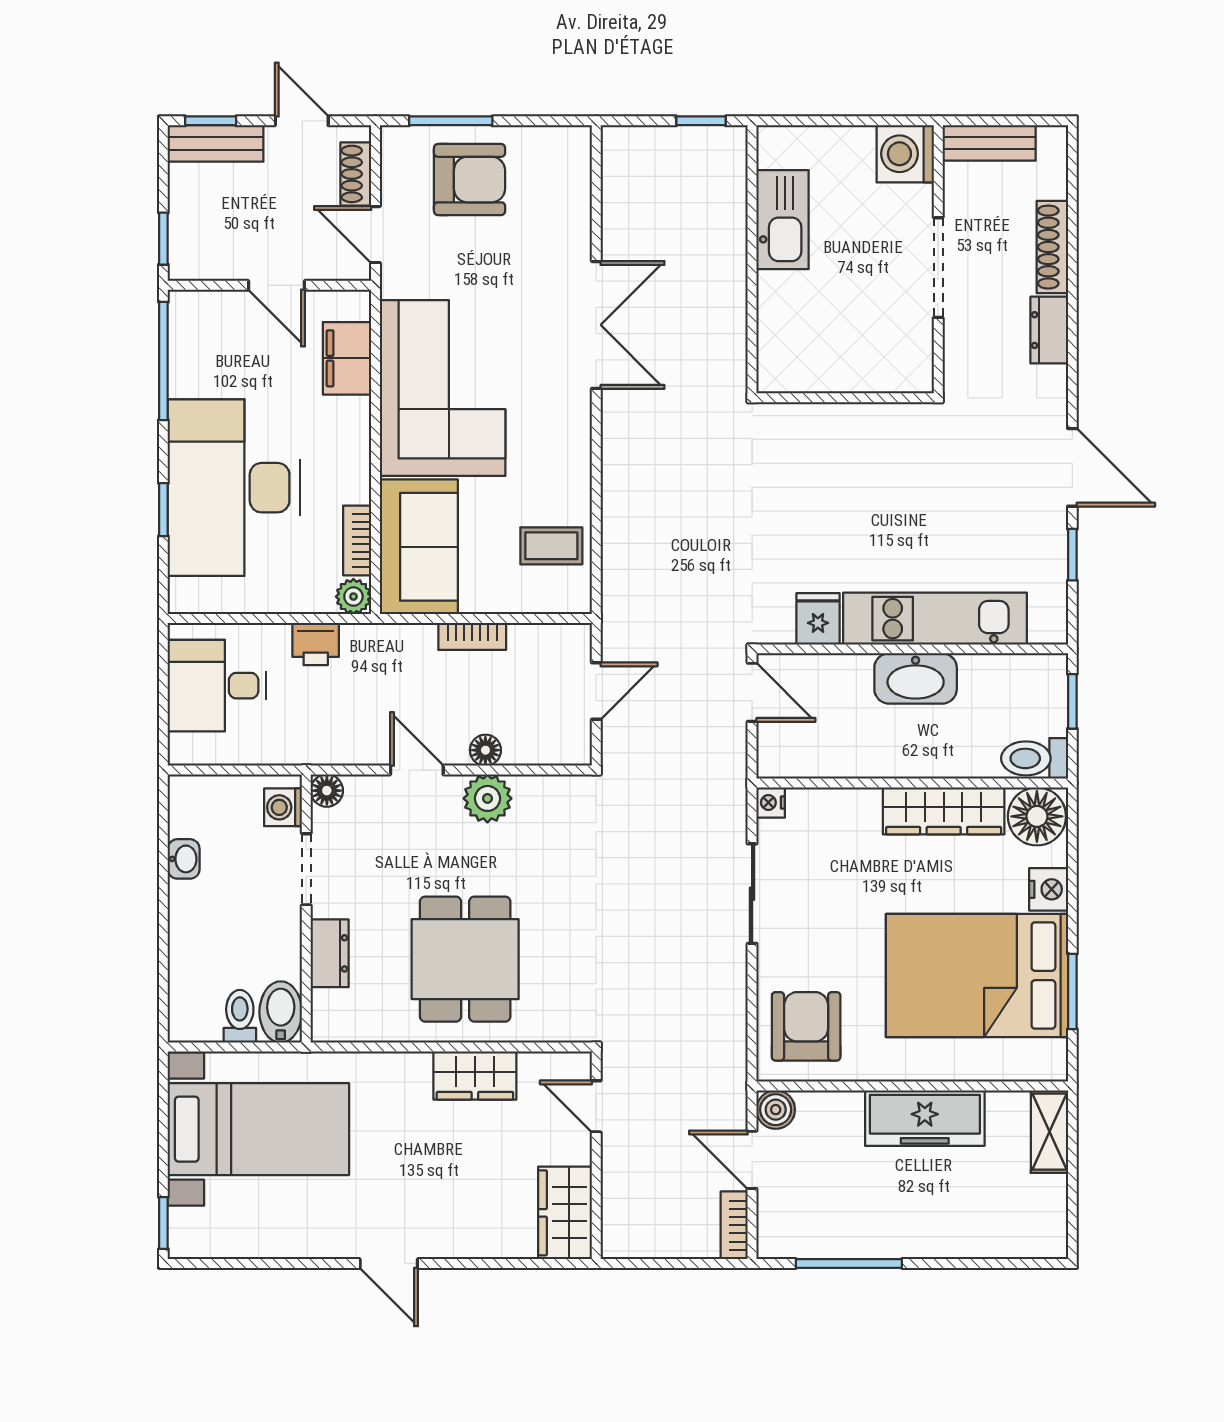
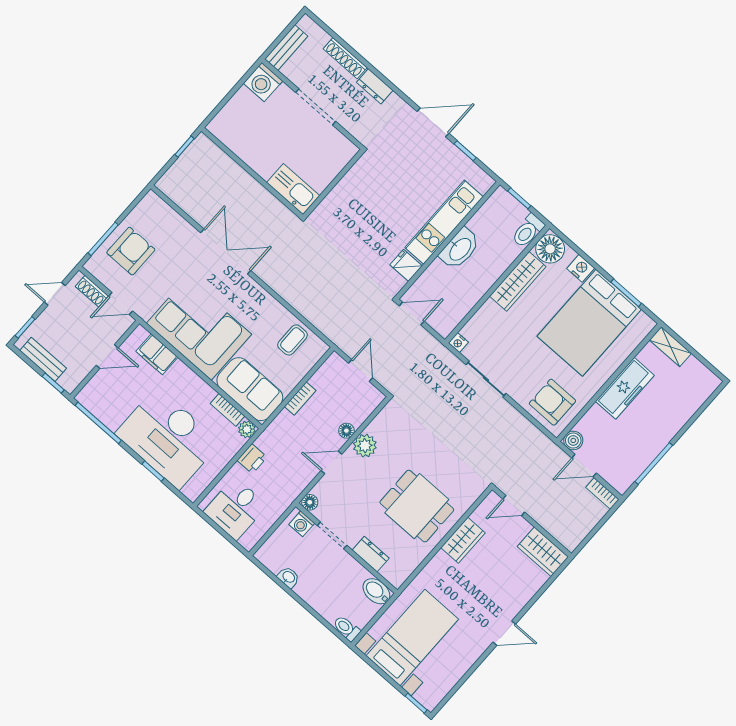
bench: (216, 143) -> (43, 359), moved, turned 90
kitchen sink: (783, 220) -> (293, 189), moved
toilet: (240, 1016) -> (347, 628), moved

